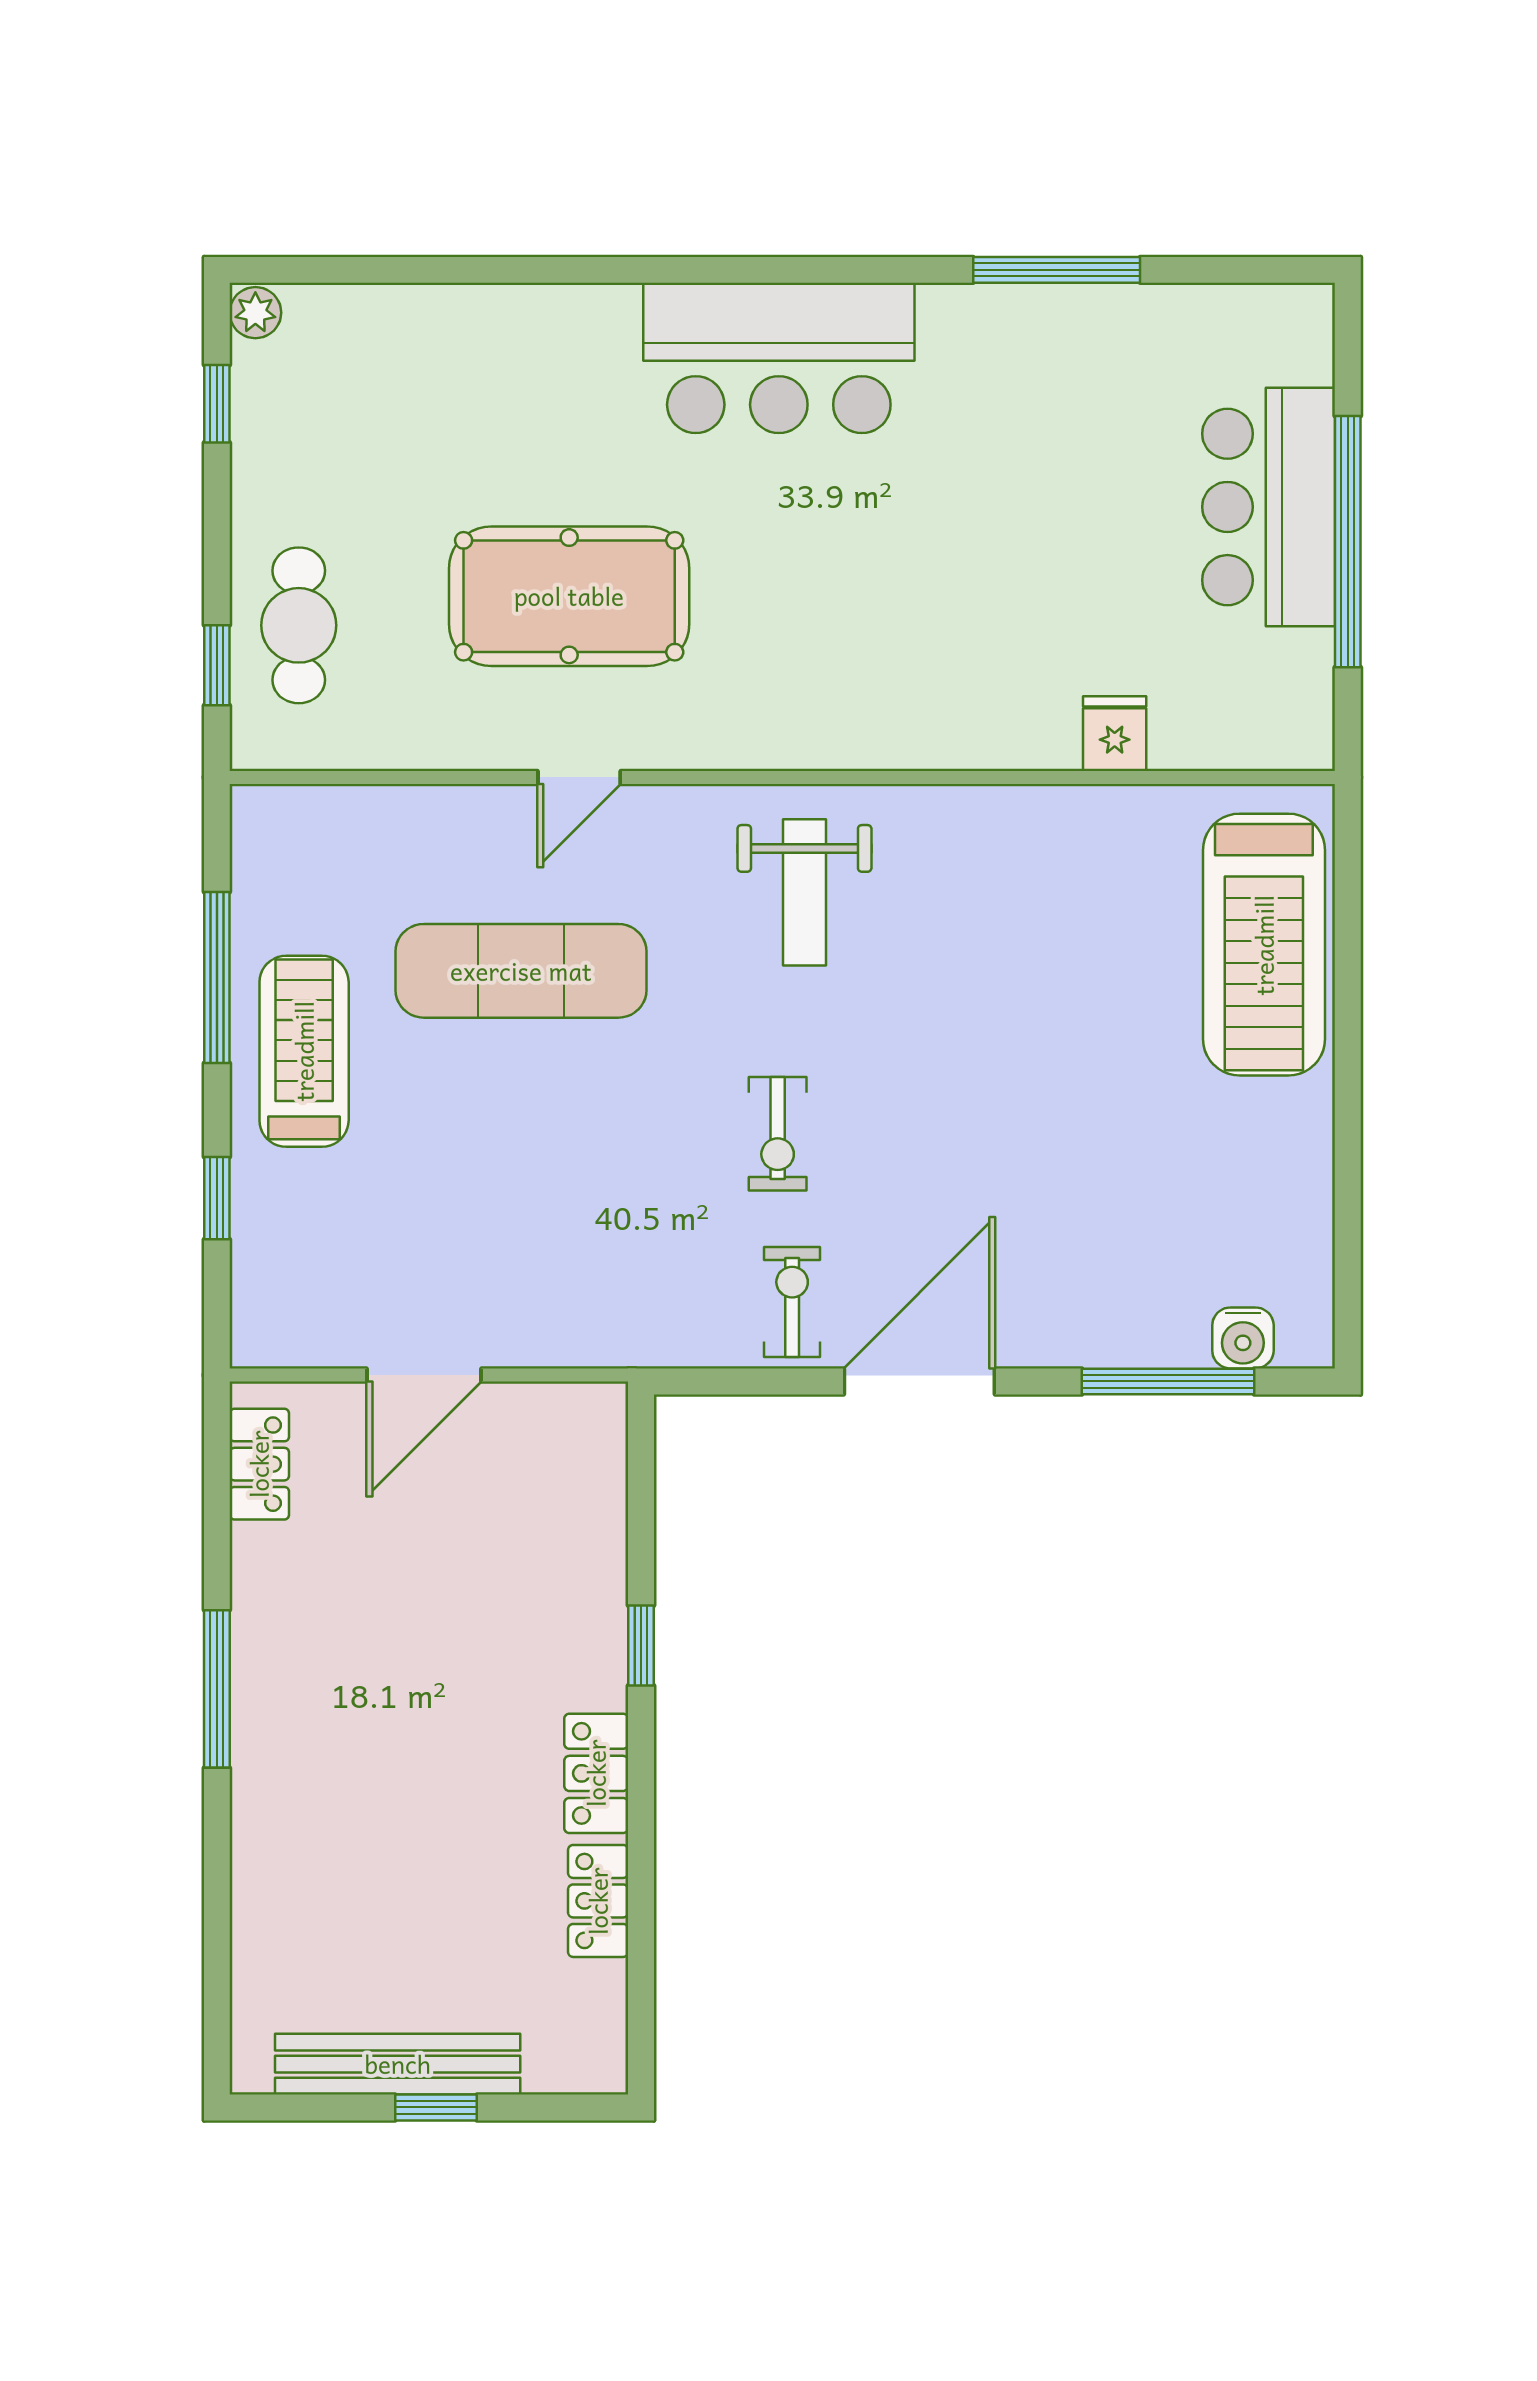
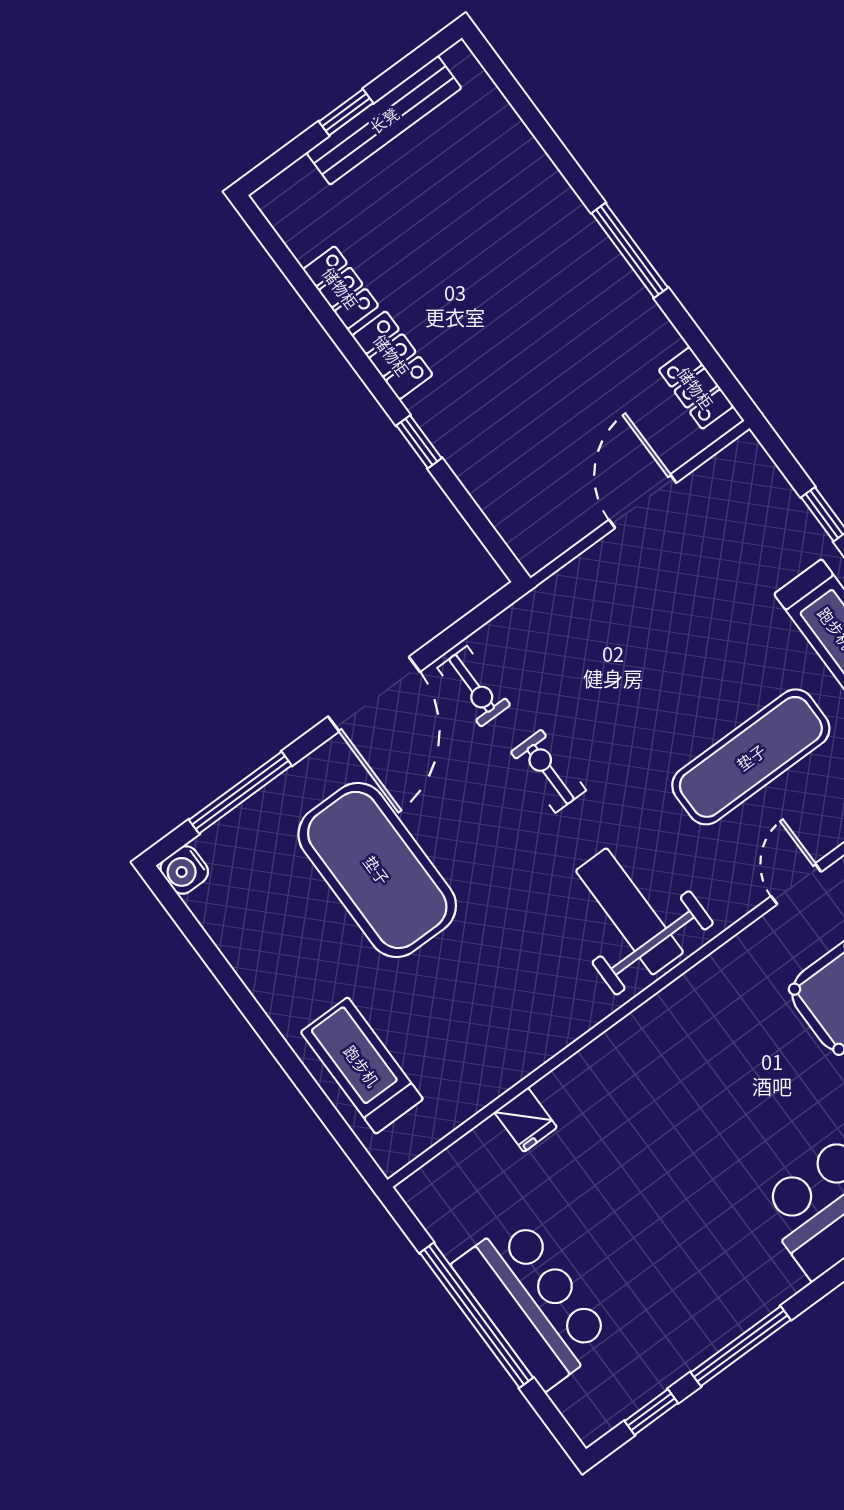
window: (1223, 270) -> (651, 1412), added
weight bench: (804, 892) -> (630, 911), width x1.36, depth x1.33
treadmill: (1264, 945) -> (362, 1066), width x0.73, depth x0.73
exercise mat: (1072, 1167) -> (377, 870), added
water cooler: (1243, 1338) -> (184, 870), moved, turned -90

